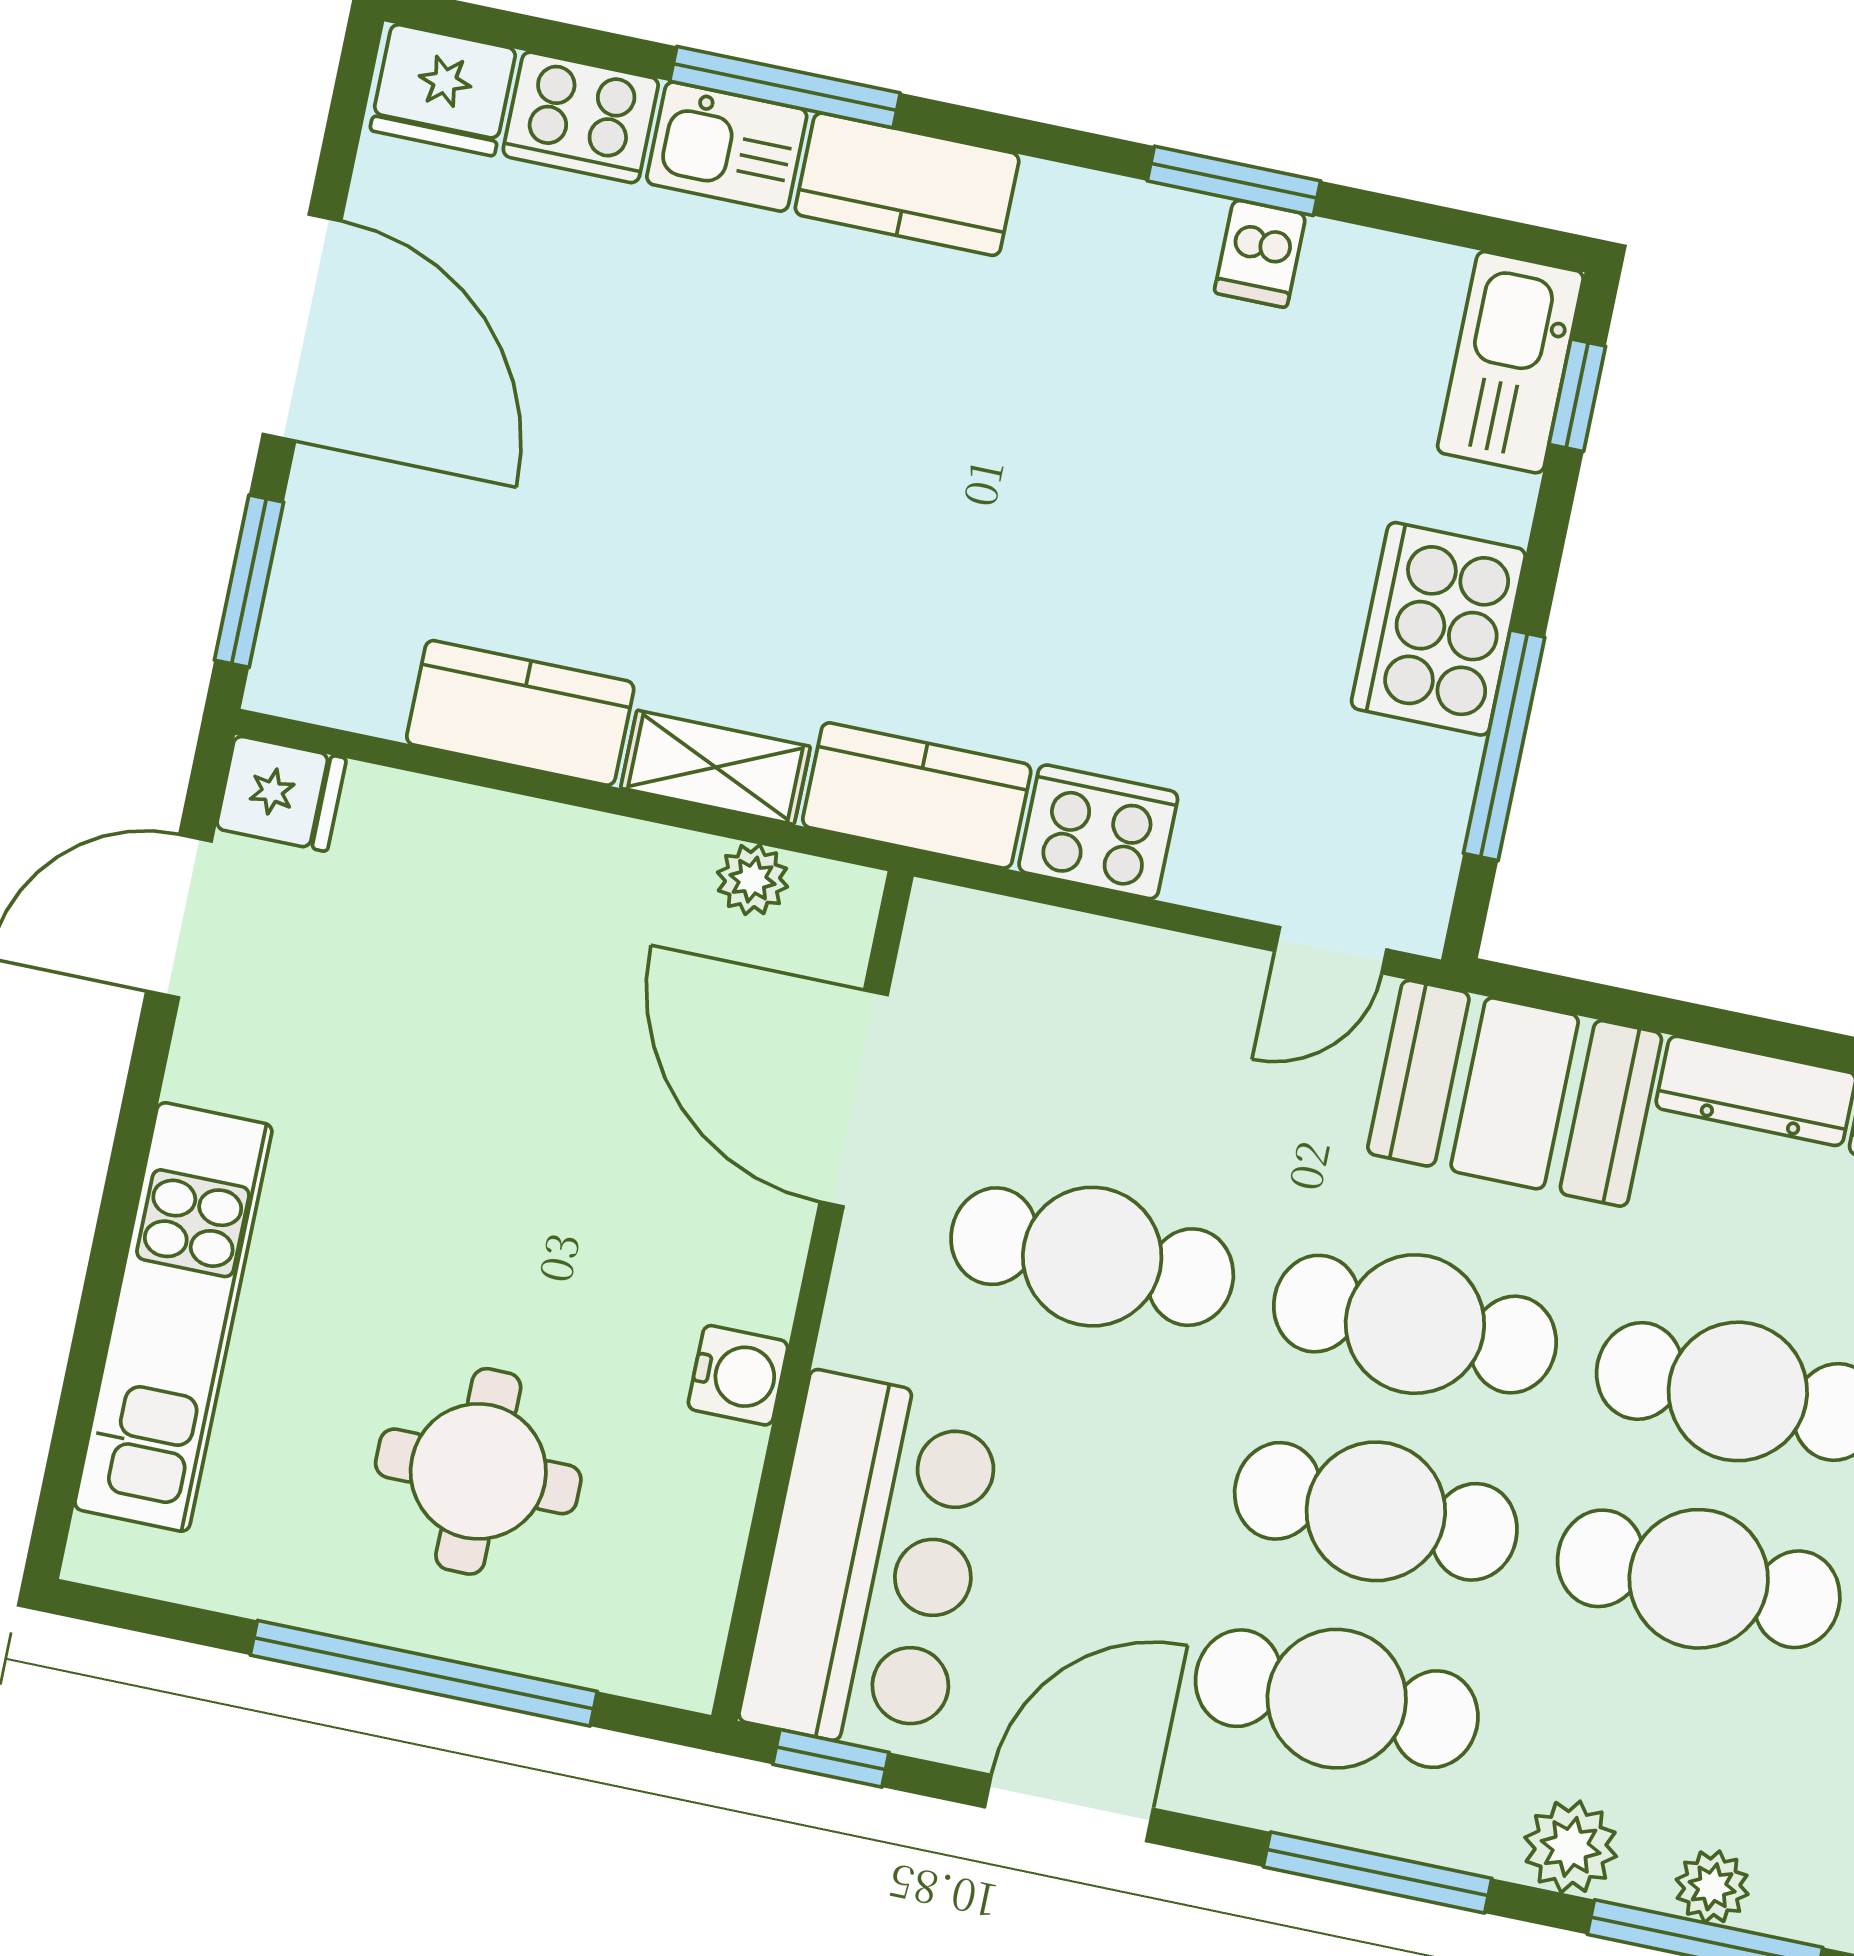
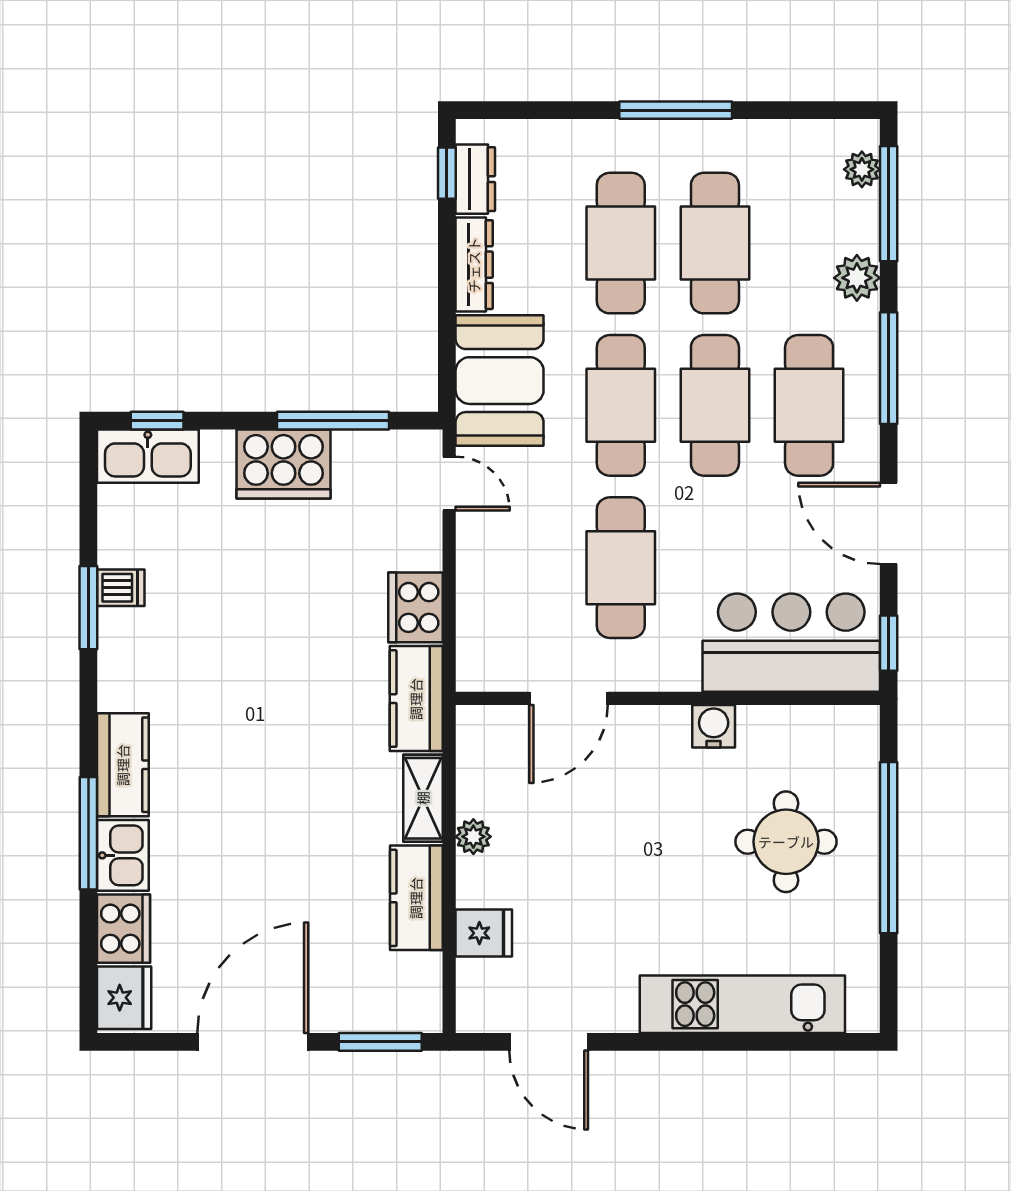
fridge: (281, 793) -> (484, 933), moved, turned 90
plant: (752, 880) -> (473, 837), moved
door: (854, 1098) -> (568, 698), width x0.73
plant: (1712, 1887) -> (862, 169), moved

